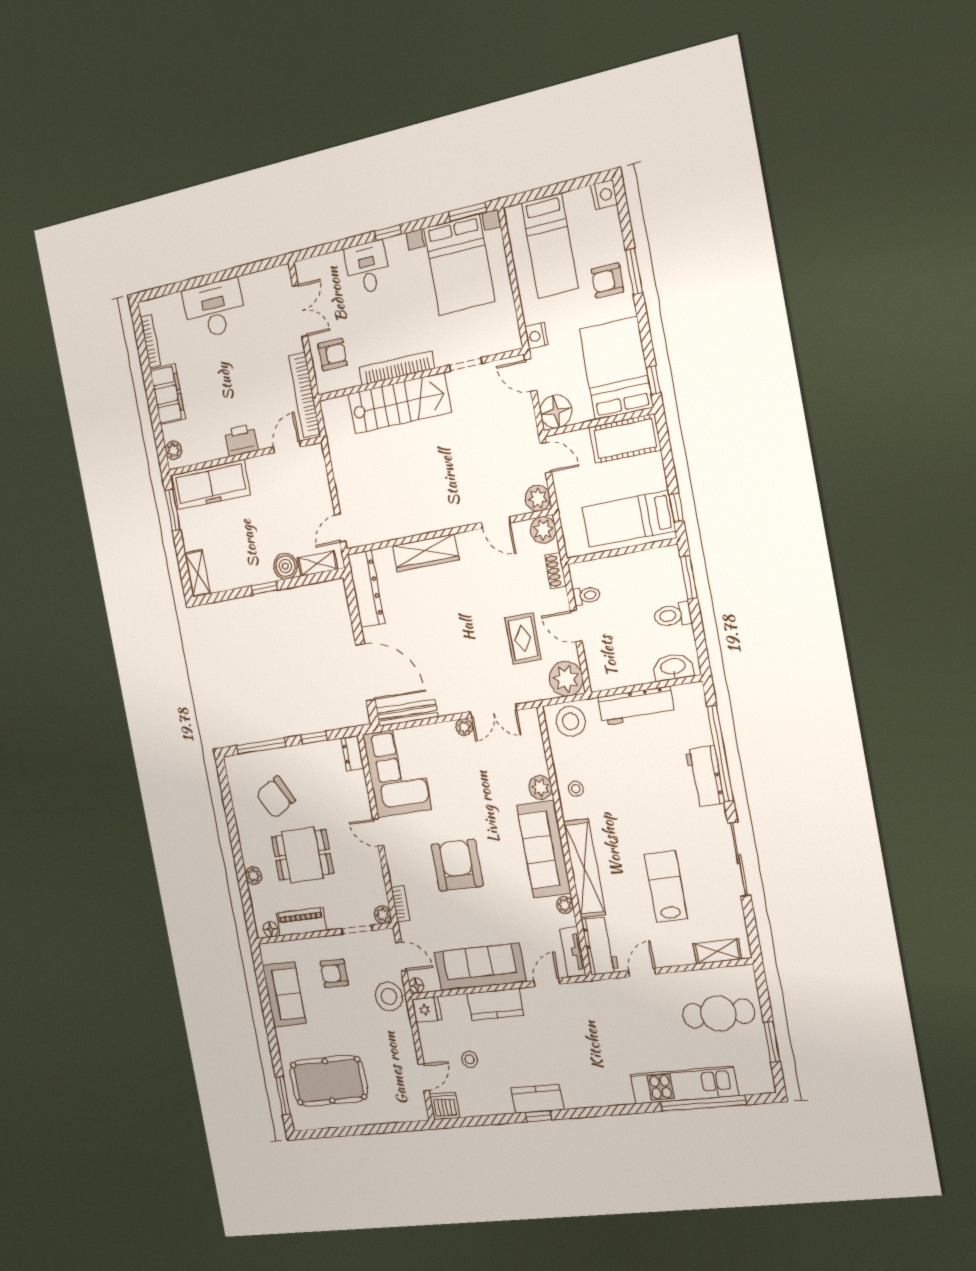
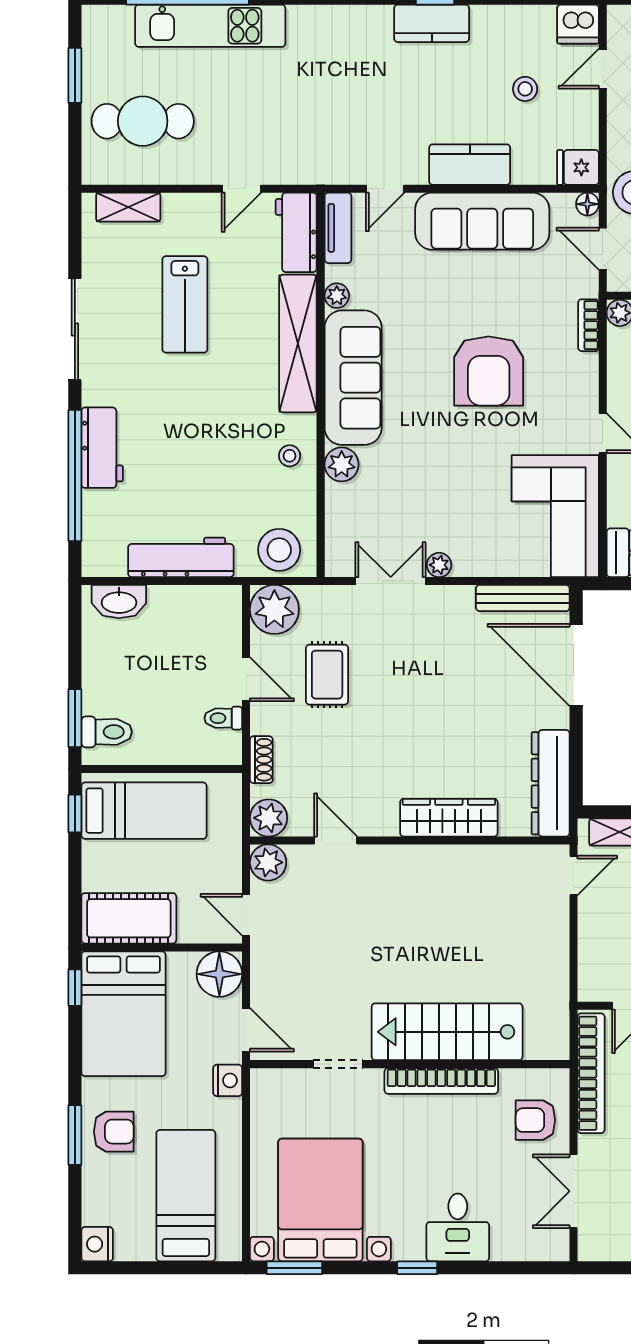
toilet: (673, 615) -> (107, 732), moved

